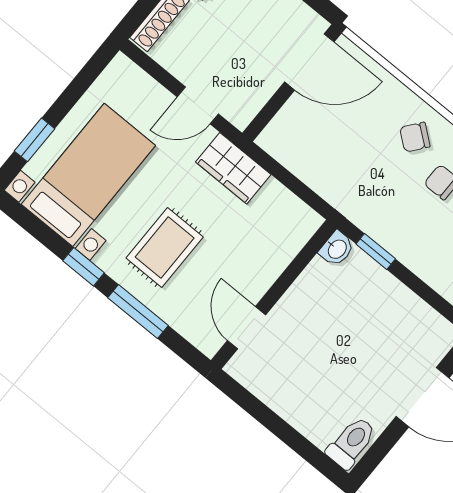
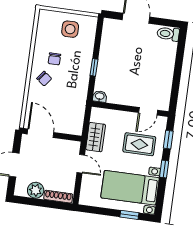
washbasin: (337, 249) -> (100, 96), moved
wall: (274, 294) -> (130, 109), moved
window: (138, 312) -> (168, 140), width x0.67
door: (246, 328) -> (148, 111), moved

